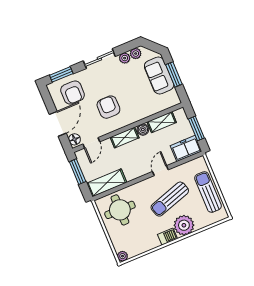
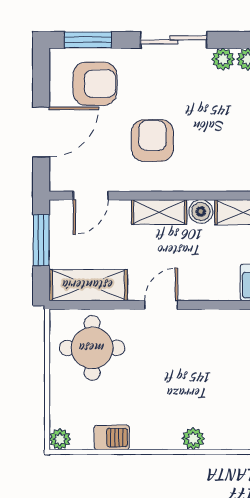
armchair: (73, 93) -> (95, 84), turned -90
floor lamp: (74, 139) -> (61, 175), removed
door: (160, 171) -> (161, 305), moved
sun lounger: (170, 199) -> (197, 367), removed
plant: (184, 225) -> (193, 439), width x0.53, depth x0.53
barbecue: (167, 237) -> (112, 437), moved

